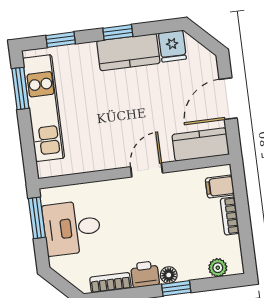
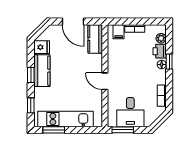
door: (147, 170) -> (105, 81), moved
printer: (145, 274) -> (160, 51), moved

